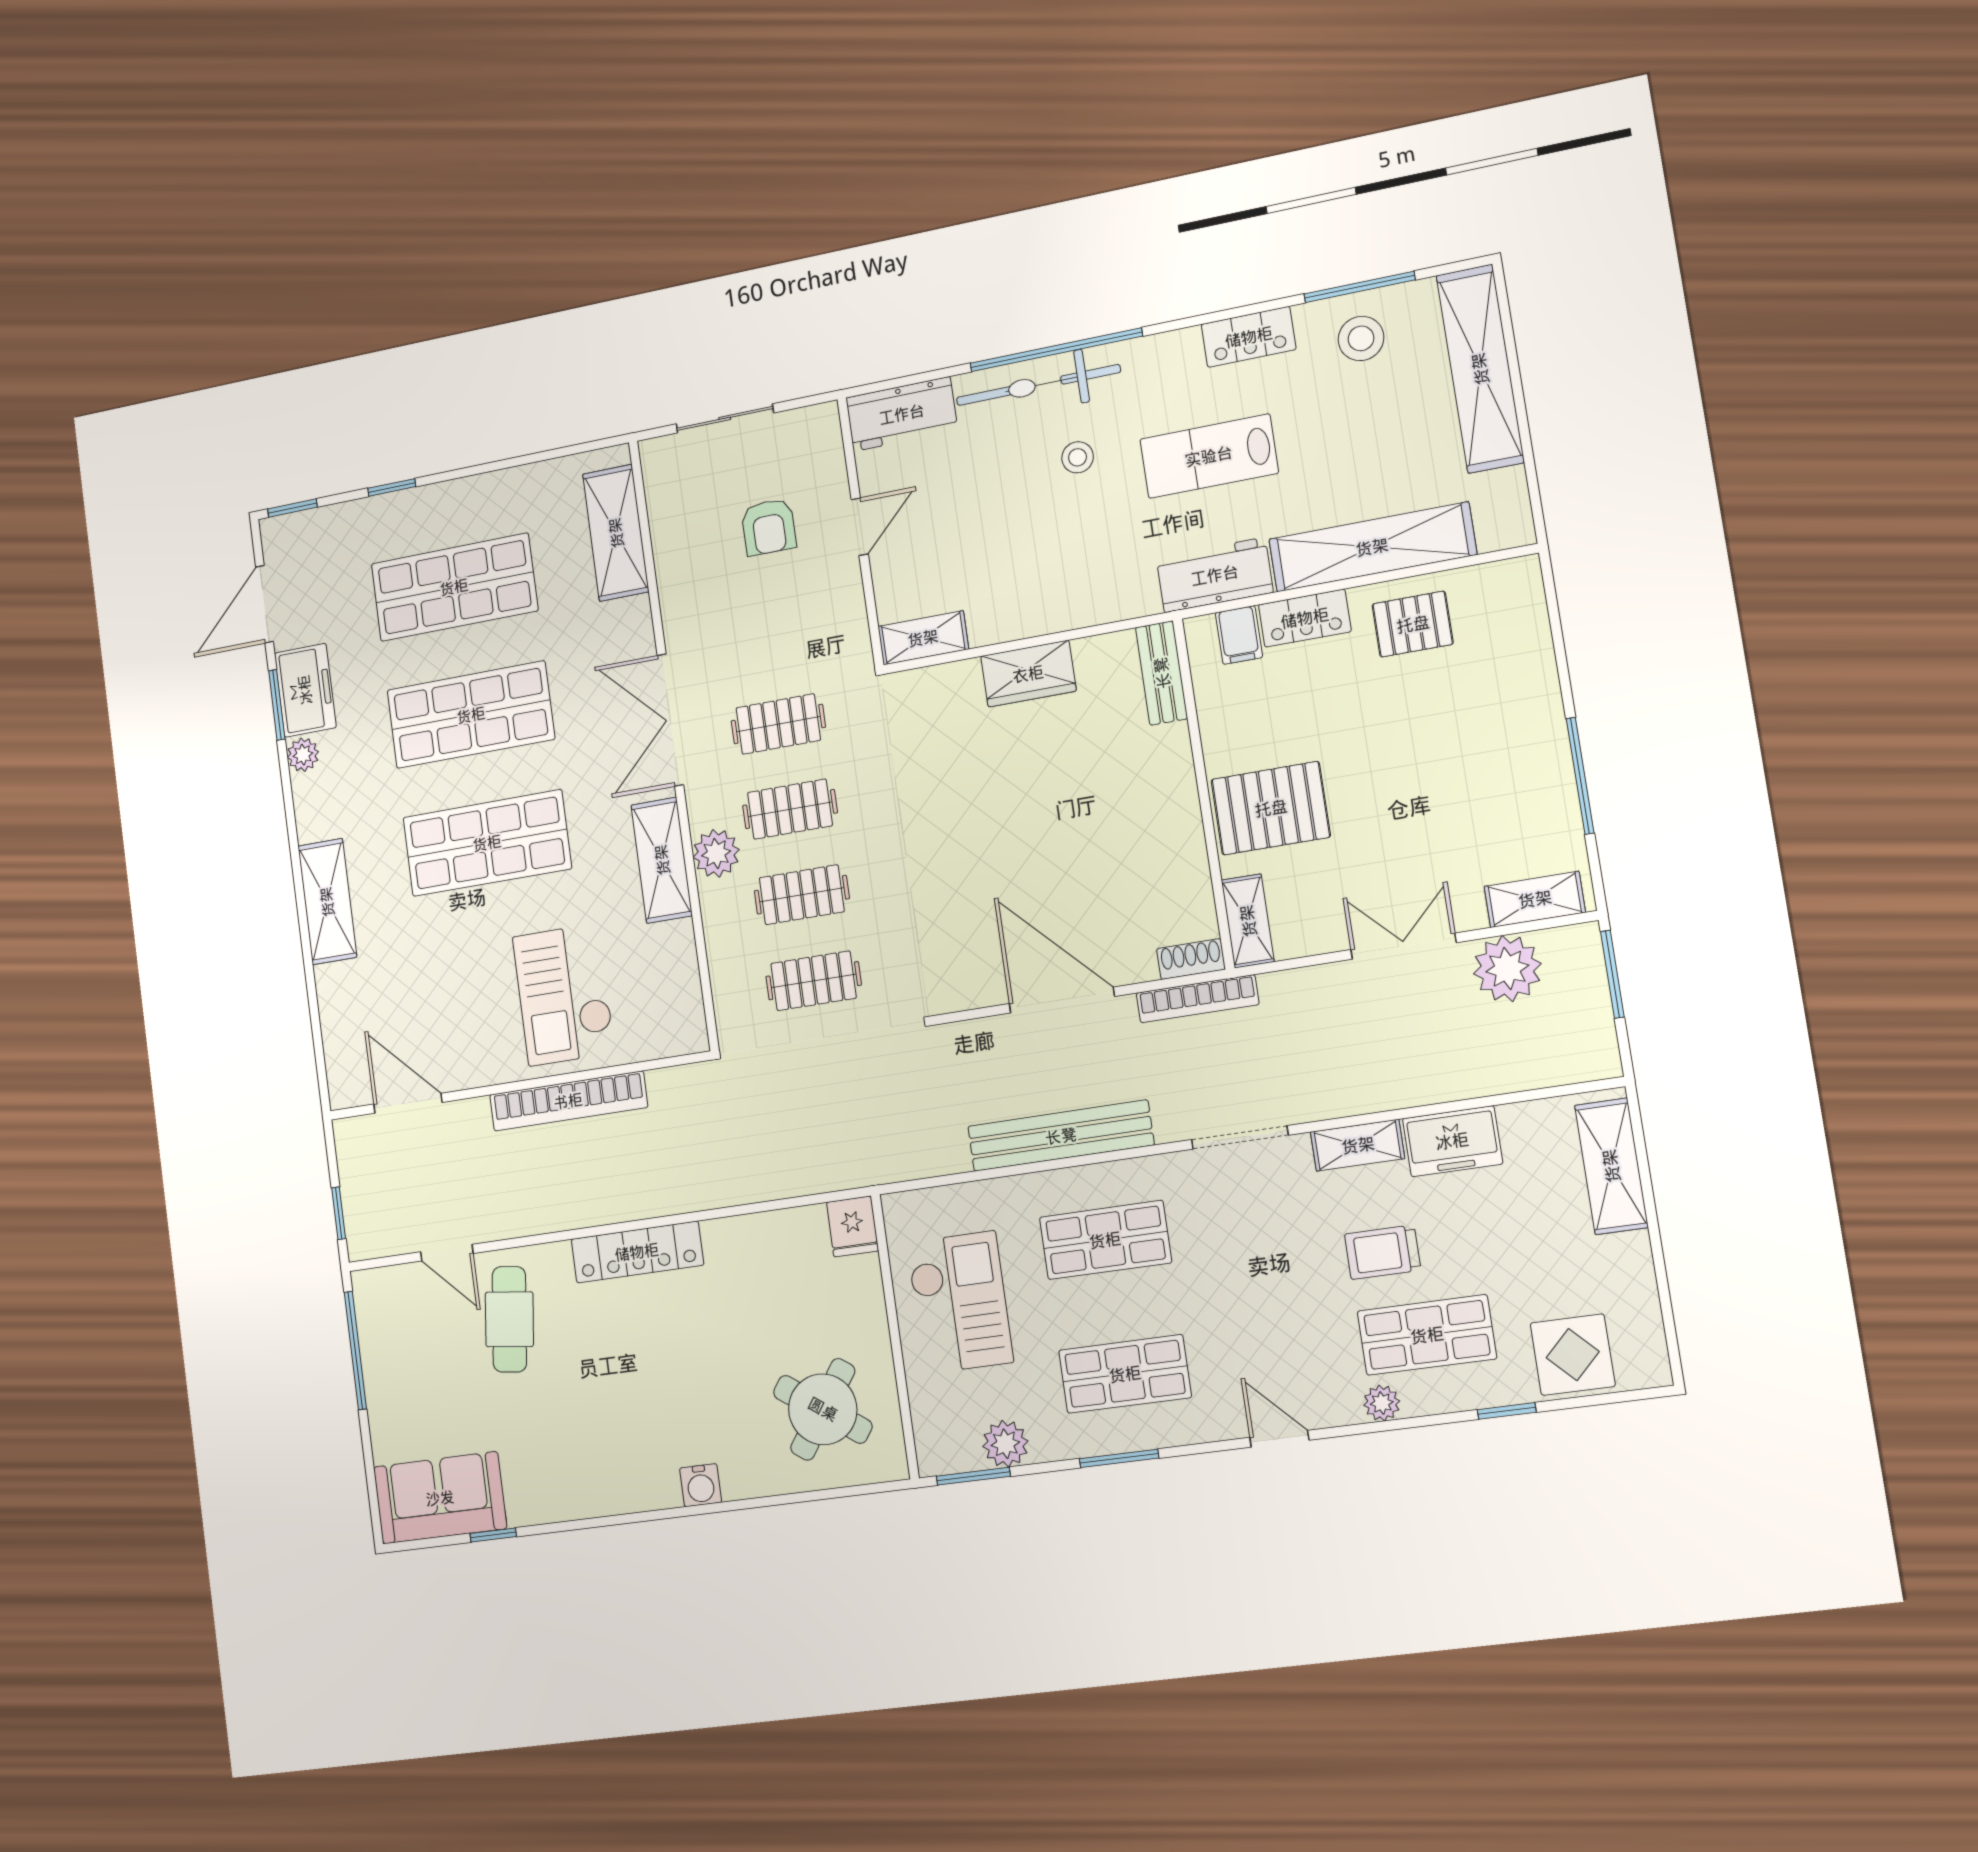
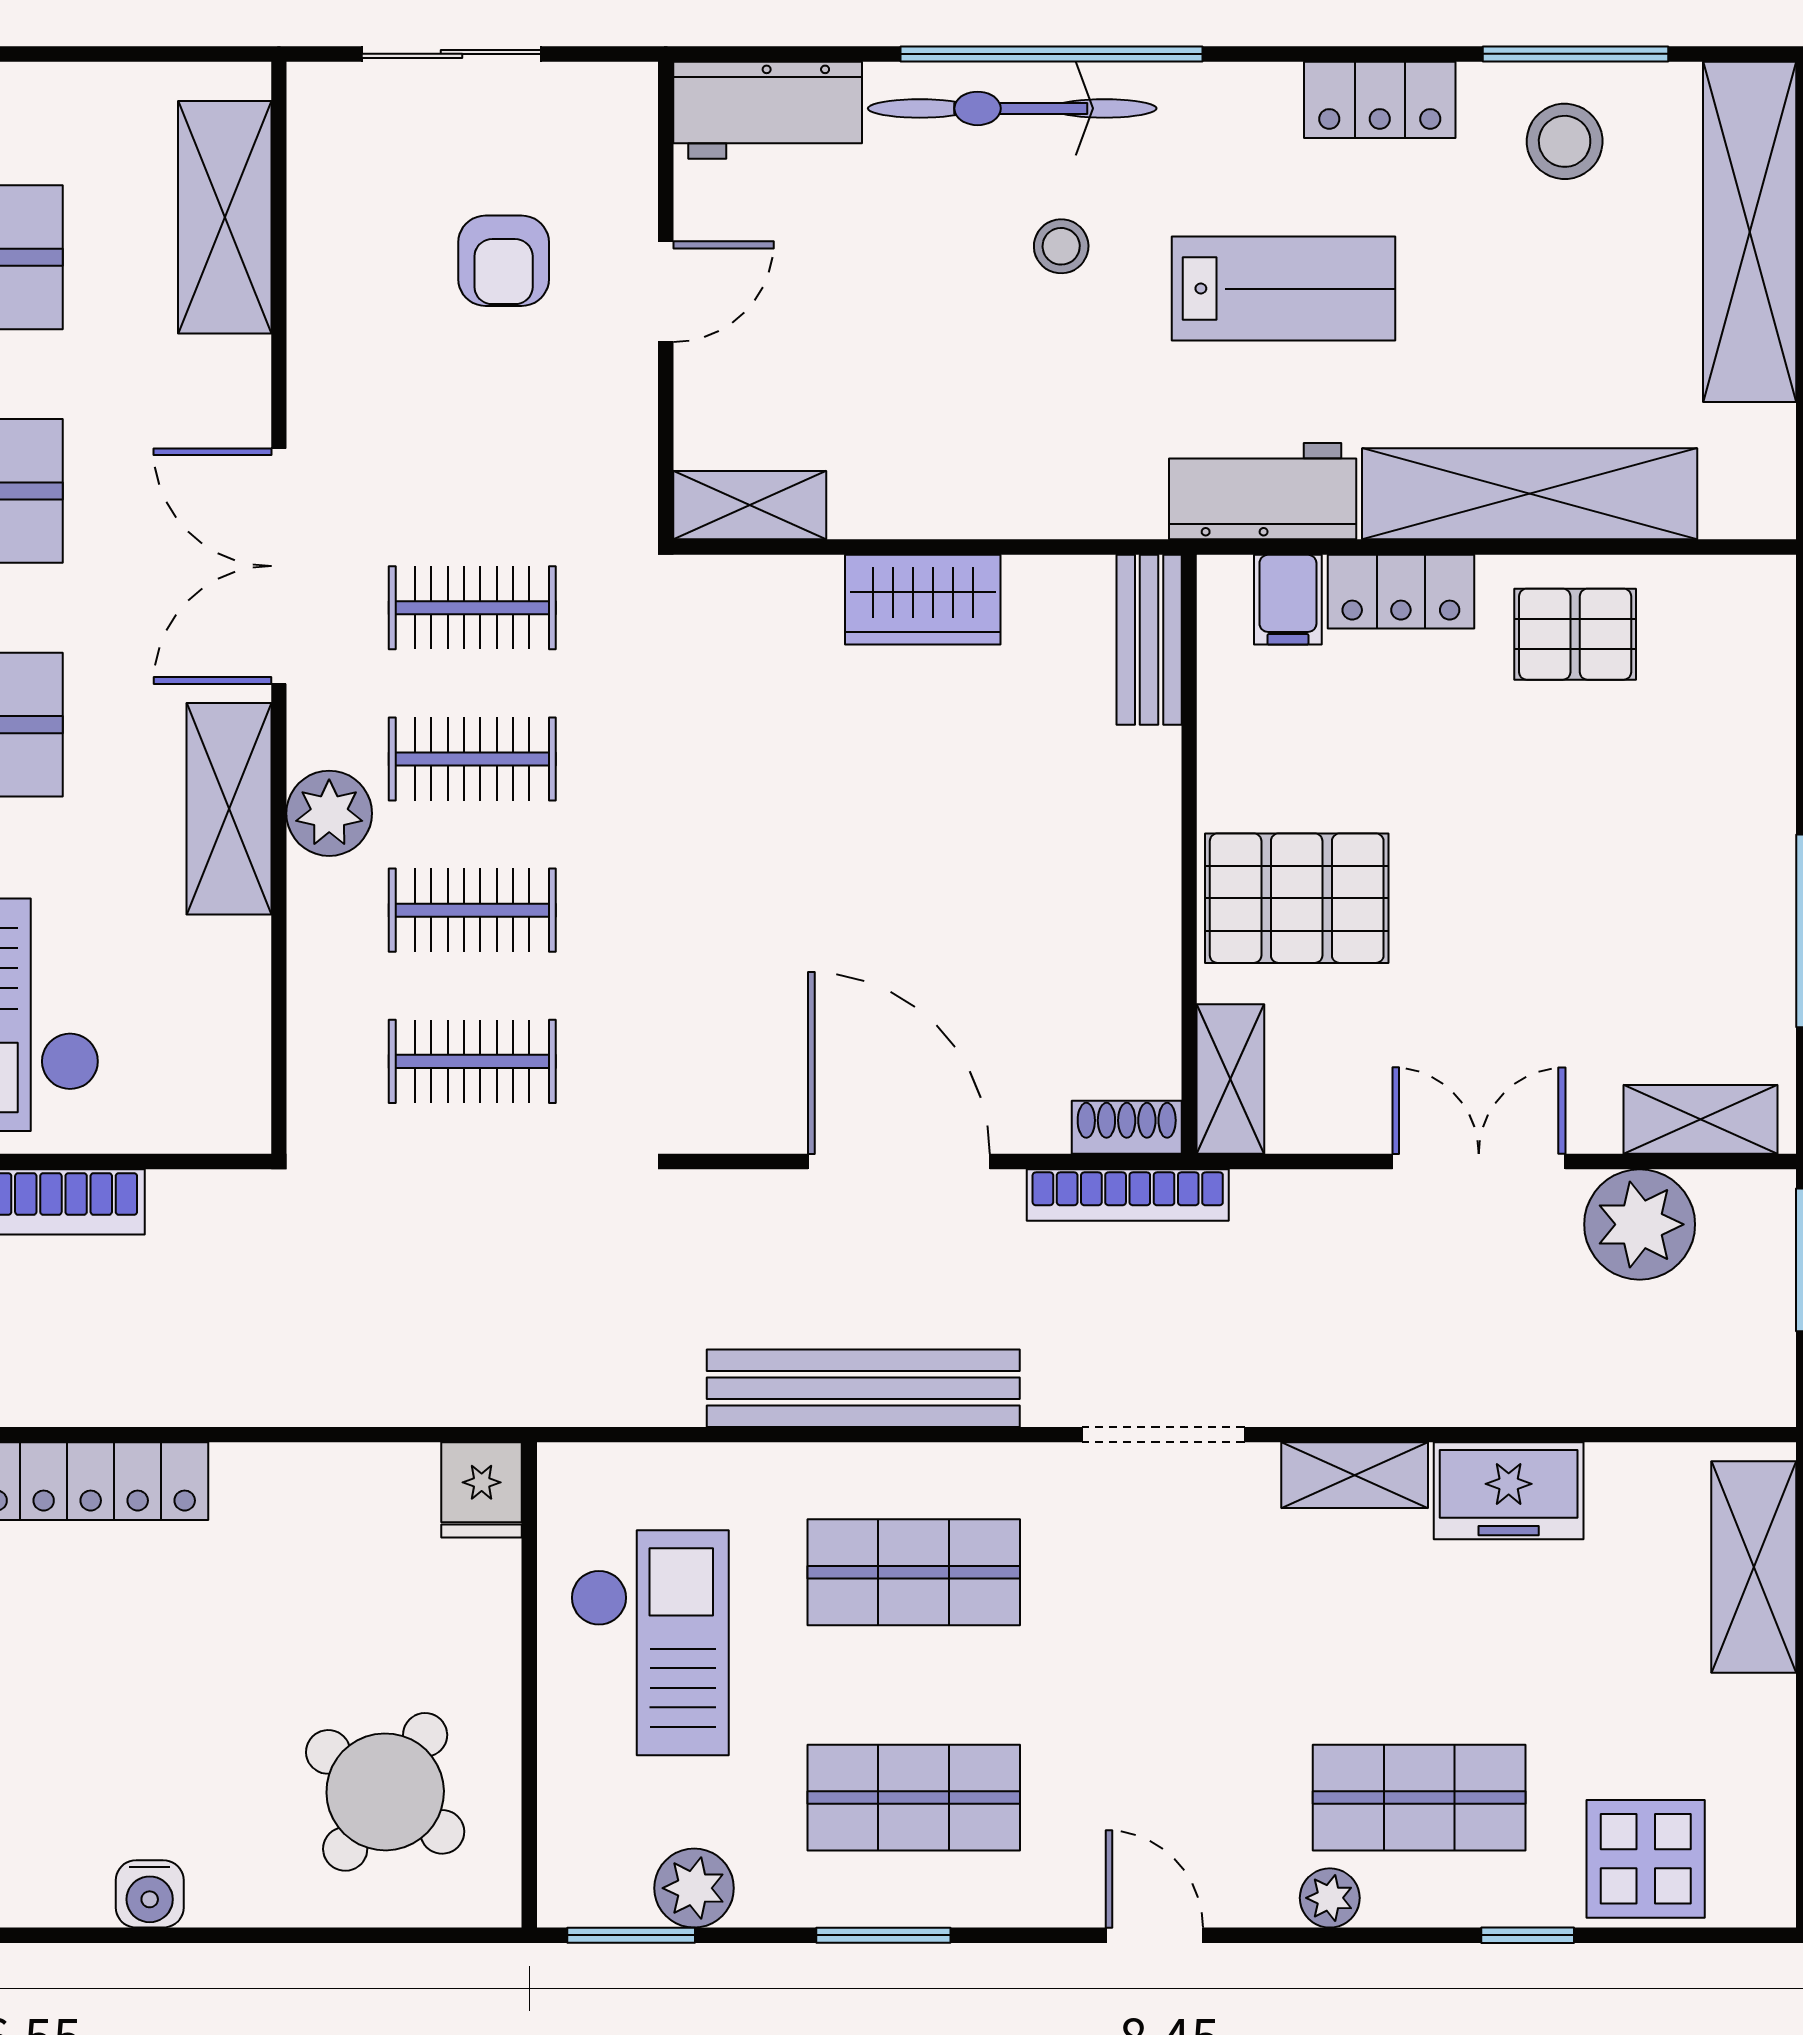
lab bench: (1209, 456) -> (1283, 289), turned 180
trolley: (1383, 1252) -> (1368, 1655), removed

